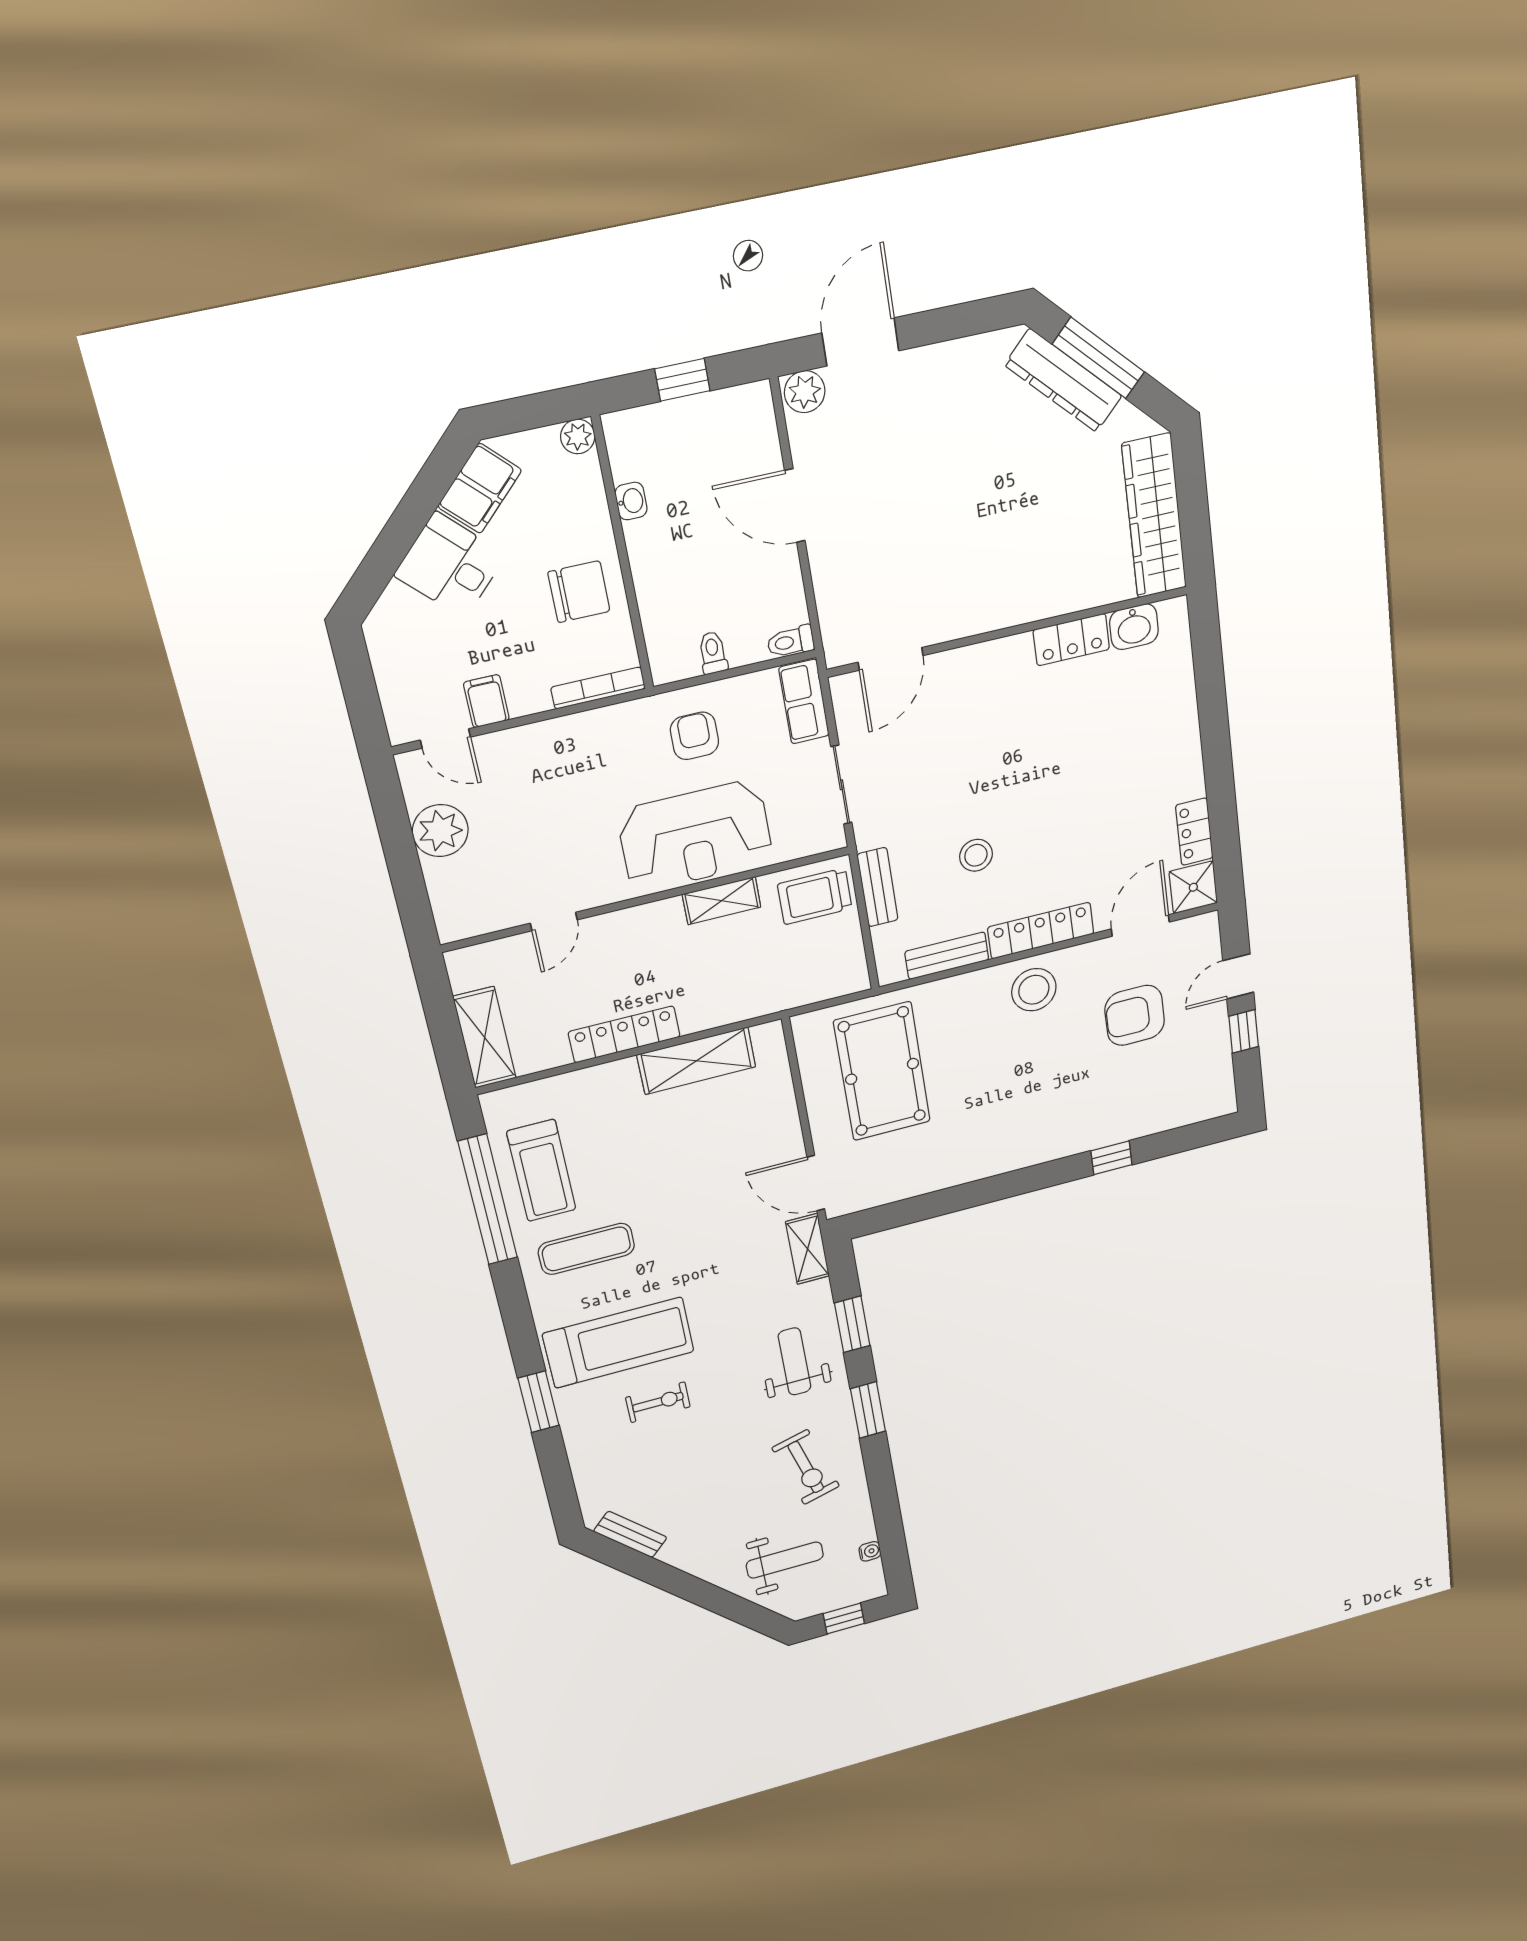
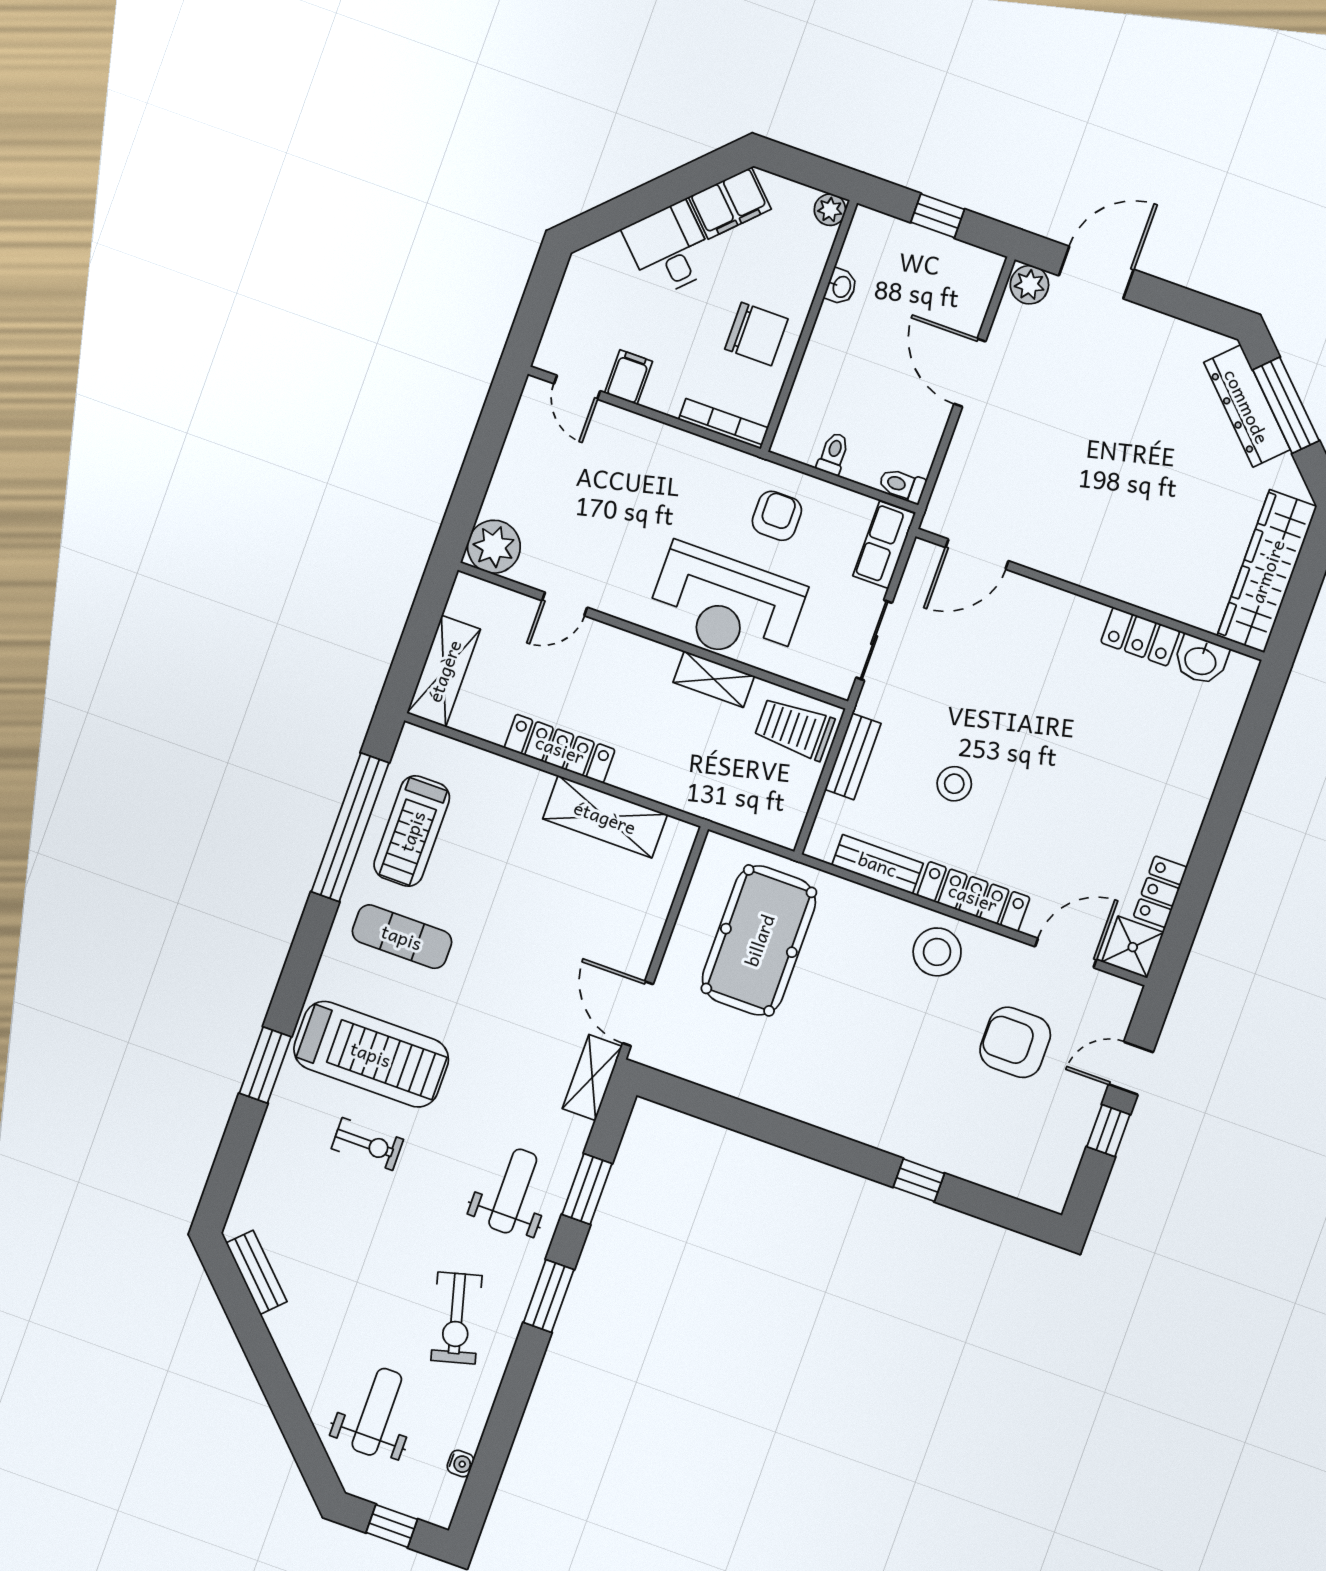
plant: (440, 831) -> (494, 547), moved
weight bench: (785, 1560) -> (377, 1412), turned -90

